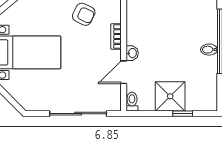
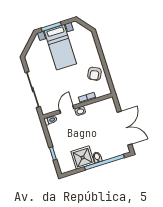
door: (124, 72) -> (67, 109), hinge flipped
shower: (170, 96) -> (83, 158), moved

